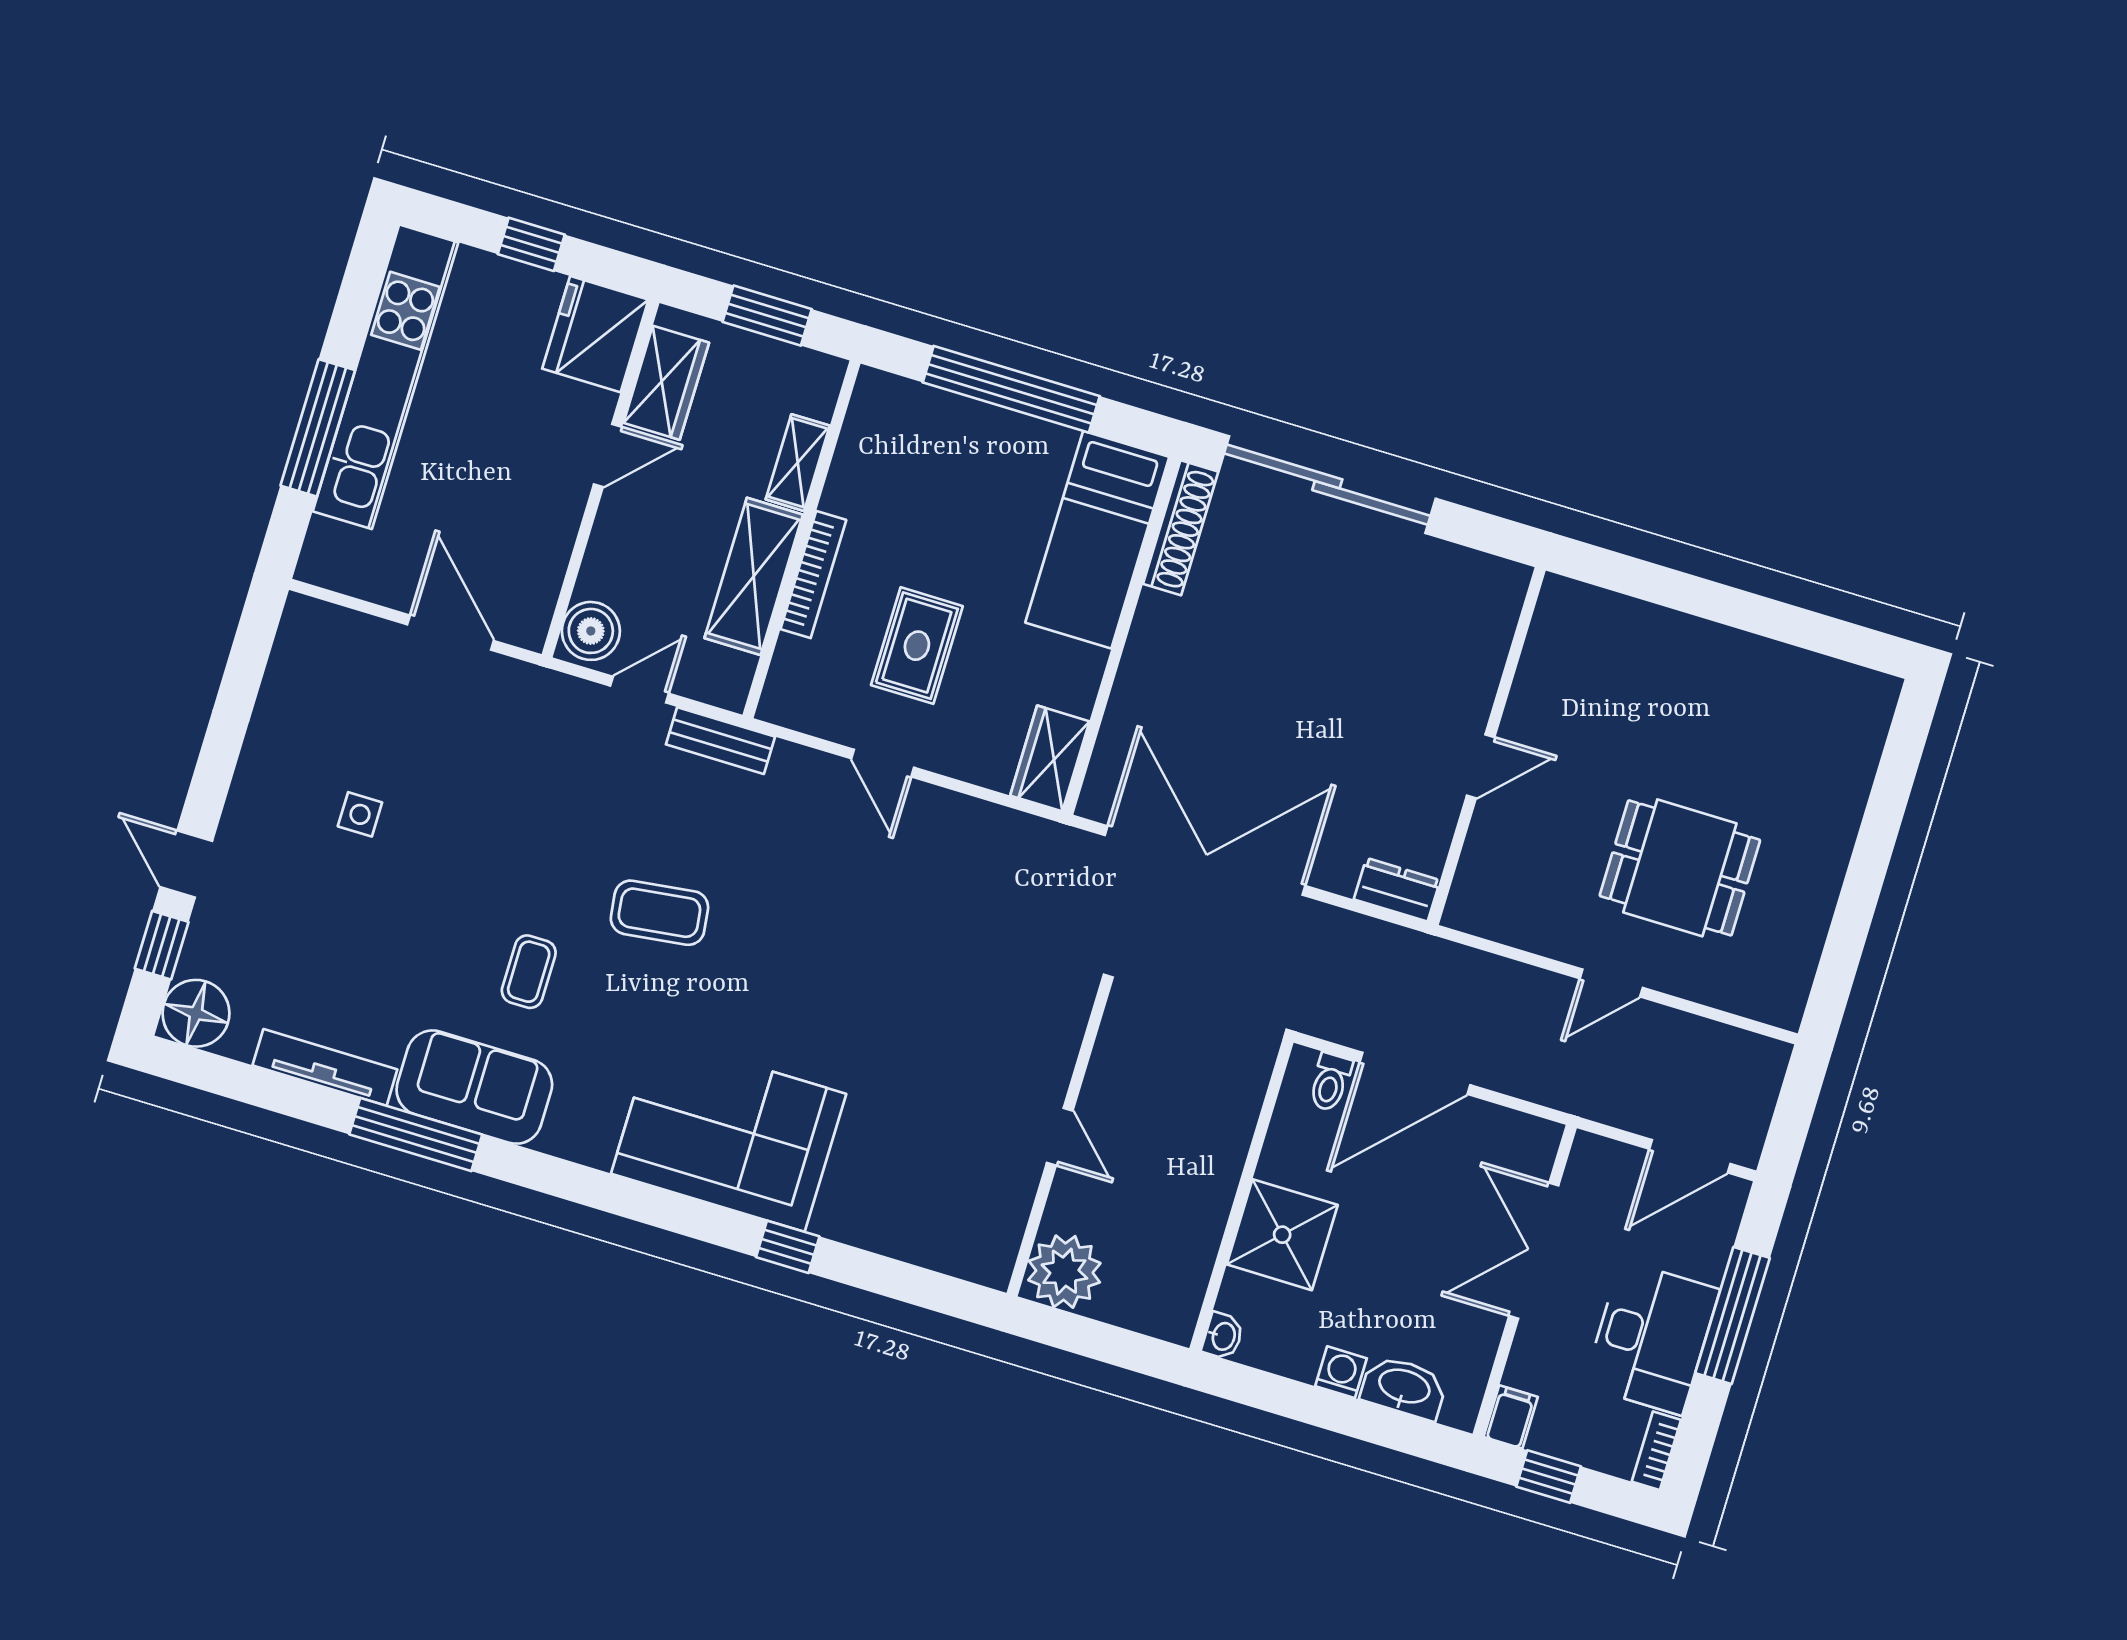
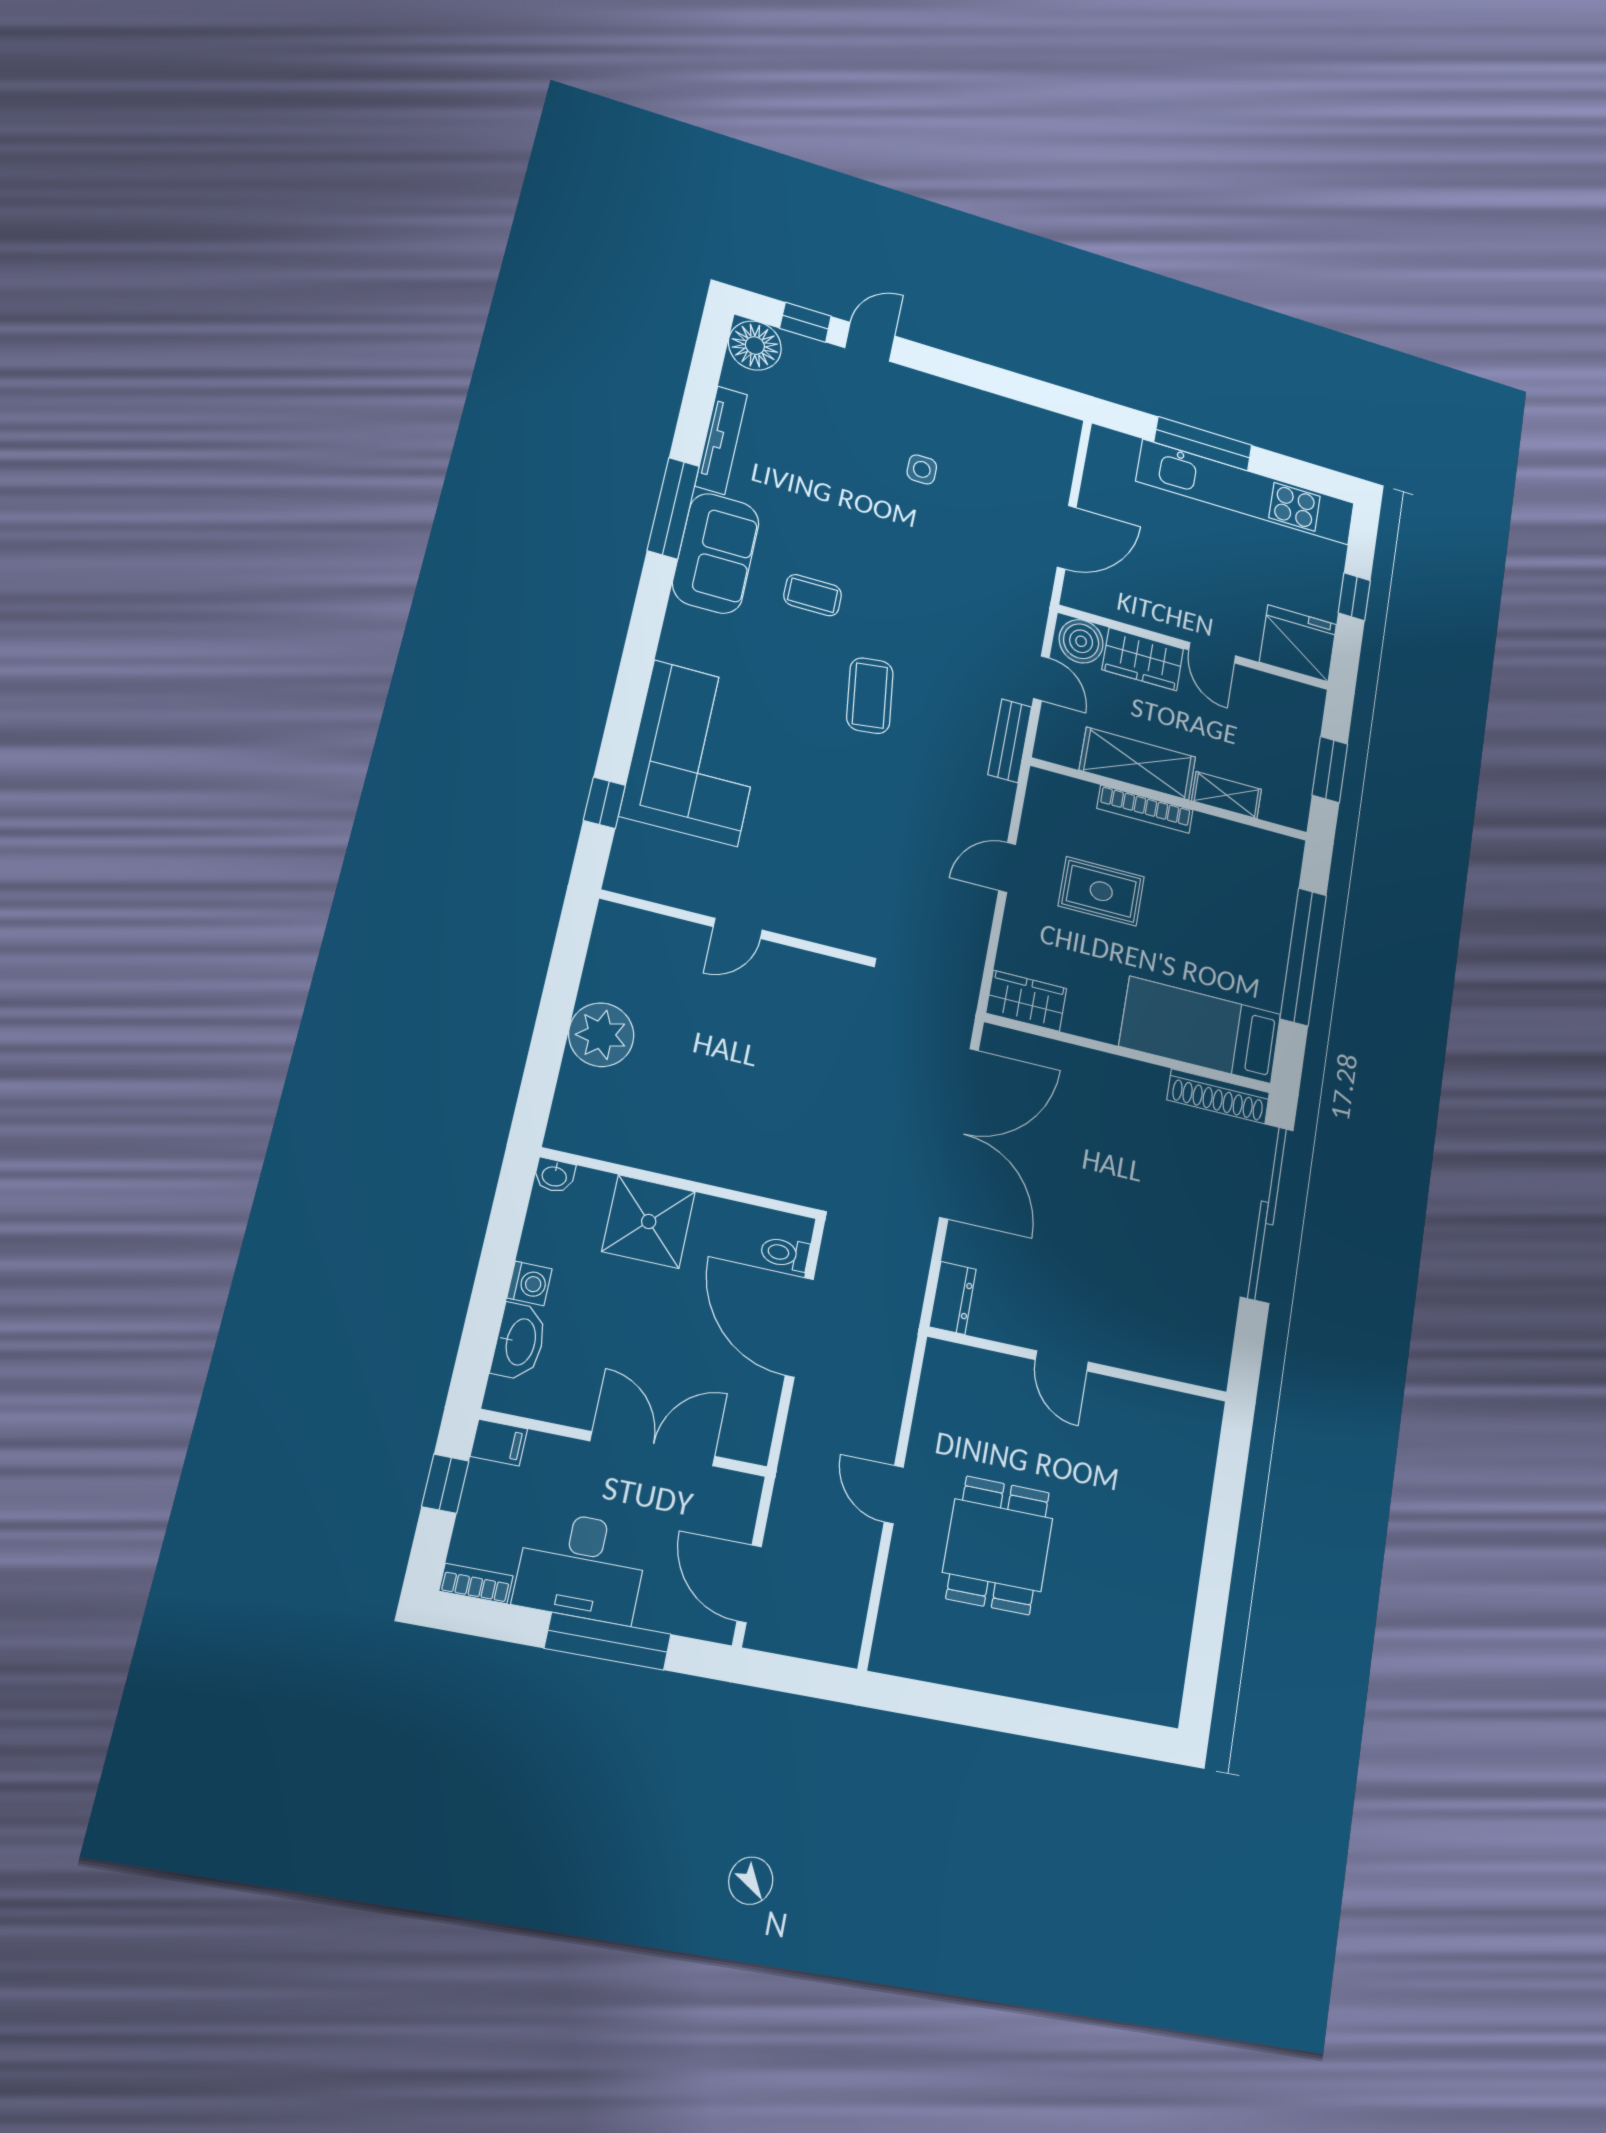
wardrobe: (666, 383) -> (1143, 659), moved
door: (1060, 1137) -> (738, 928), moved
wall: (1059, 1140) -> (735, 928), moved

